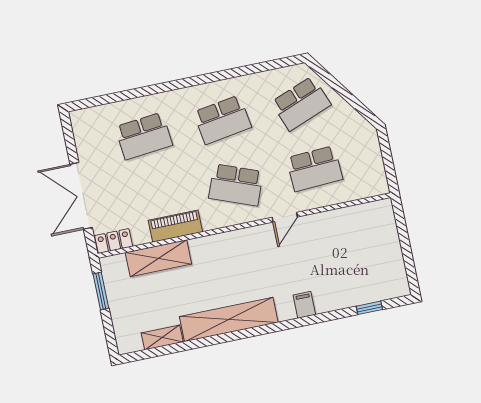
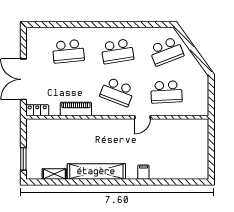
shelving: (158, 258) -> (62, 126), removed
window: (101, 291) -> (23, 159), moved
window: (369, 308) -> (182, 182), removed

